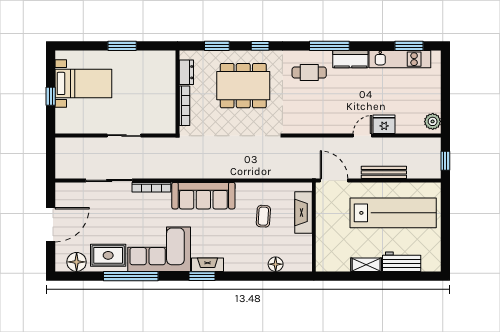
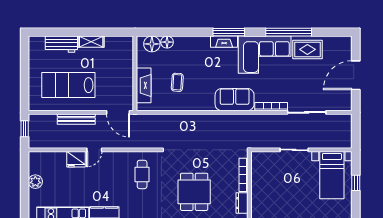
cafe table: (309, 72) -> (142, 174), moved, turned 90
bed with nightstands: (83, 83) -> (332, 175), moved, turned -90
dining table: (243, 86) -> (194, 192), width x0.73
plant: (433, 121) -> (35, 182), moved
sofa: (203, 196) -> (235, 100), width x0.73
lab bench: (393, 213) -> (68, 85), width x0.73
floor lamp: (77, 262) -> (152, 44), moved
window: (202, 276) -> (229, 32), width x1.44

